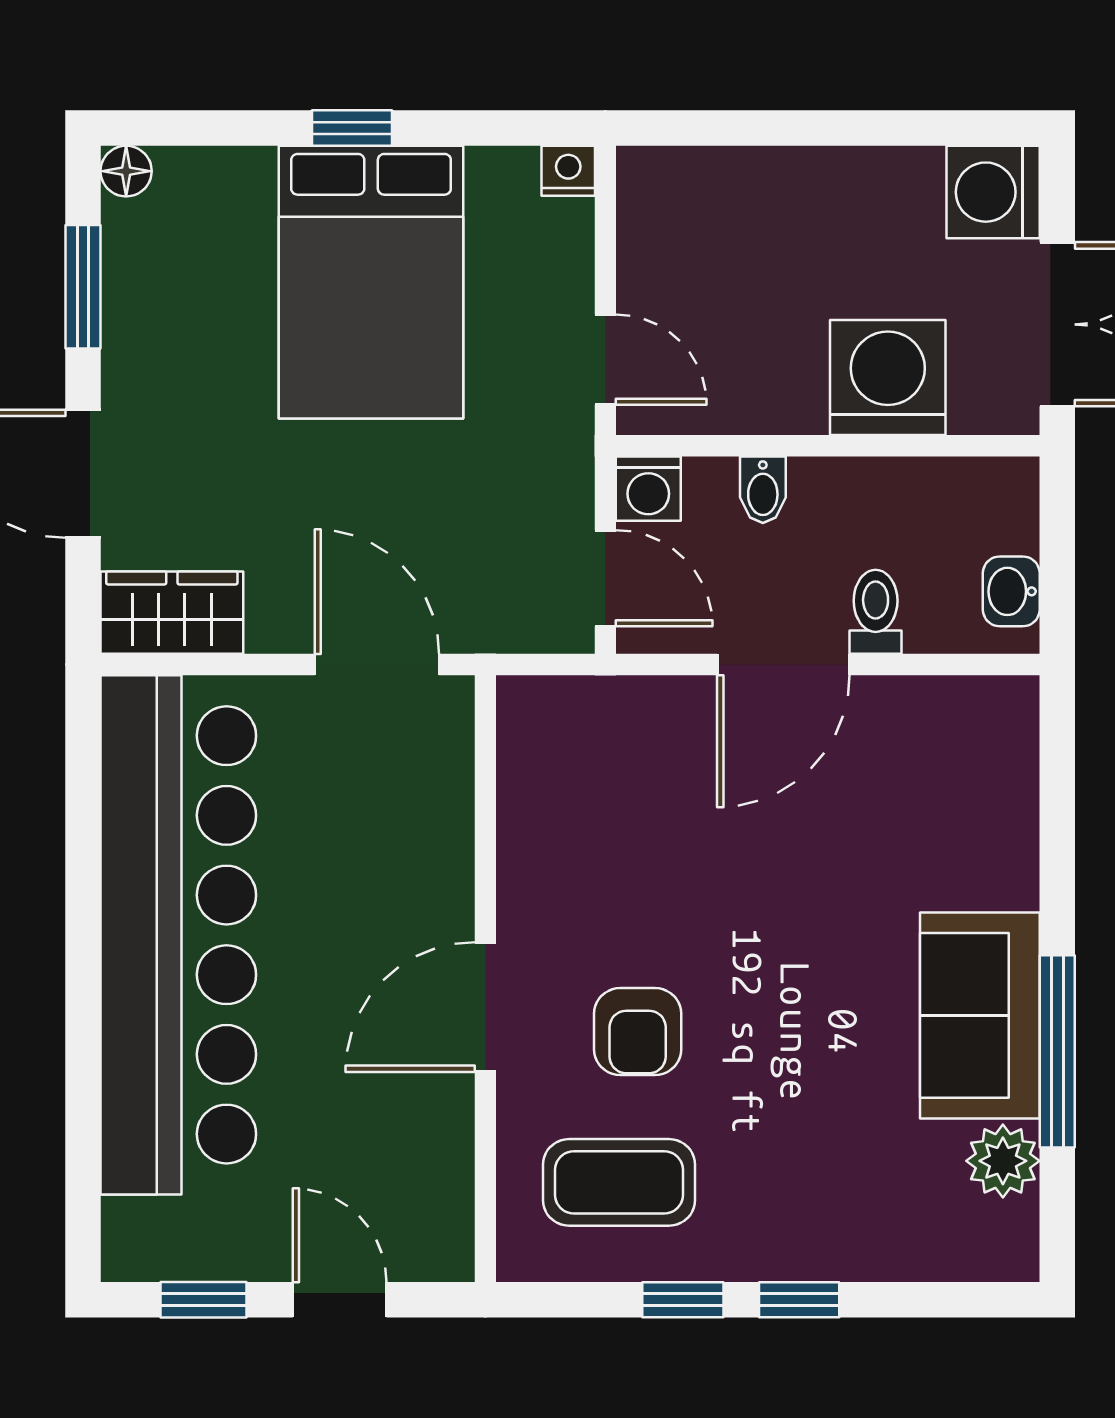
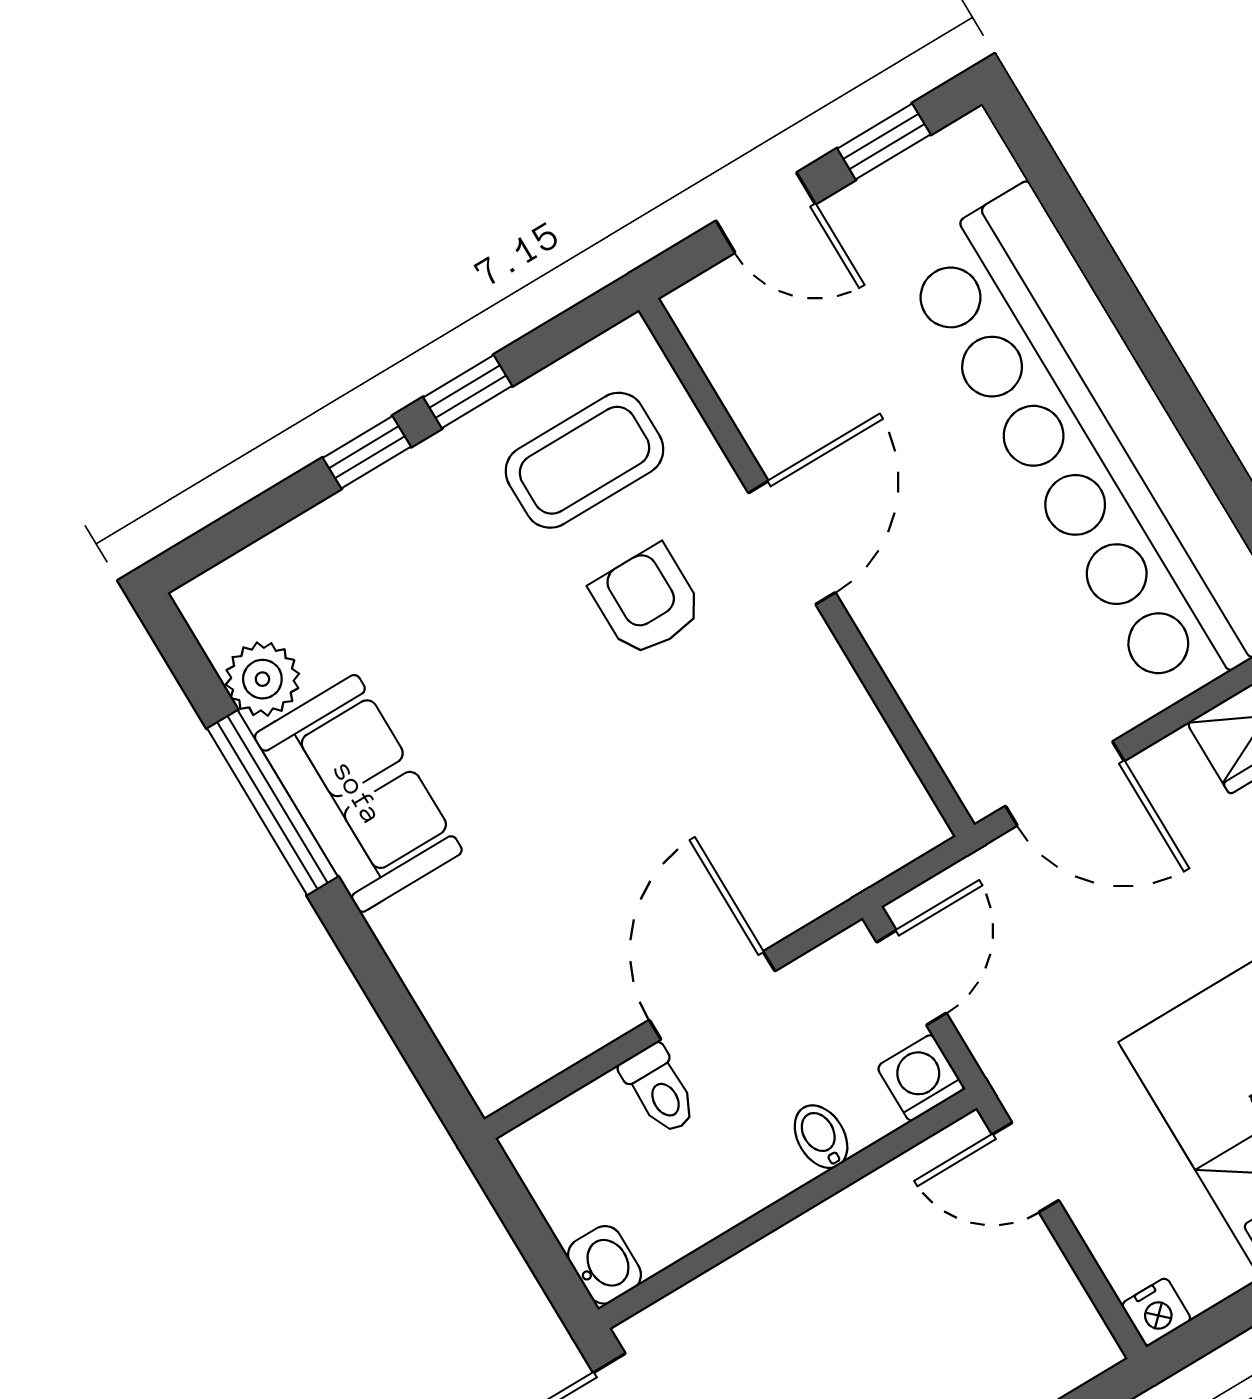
washing machine: (888, 377) -> (771, 1299), removed
door: (605, 578) -> (911, 978), swing flipped
washbasin: (1011, 591) -> (604, 1265), moved

